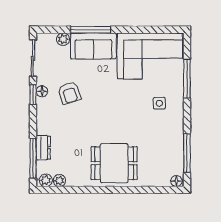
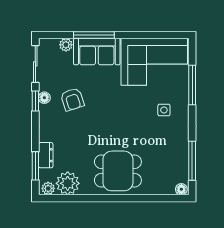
window: (33, 158) -> (35, 166), width x0.69
plant: (59, 181) -> (68, 183), width x1.87, depth x1.87

